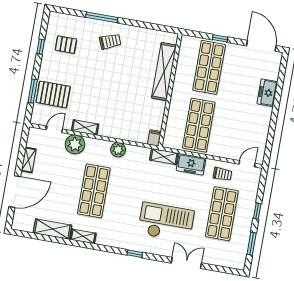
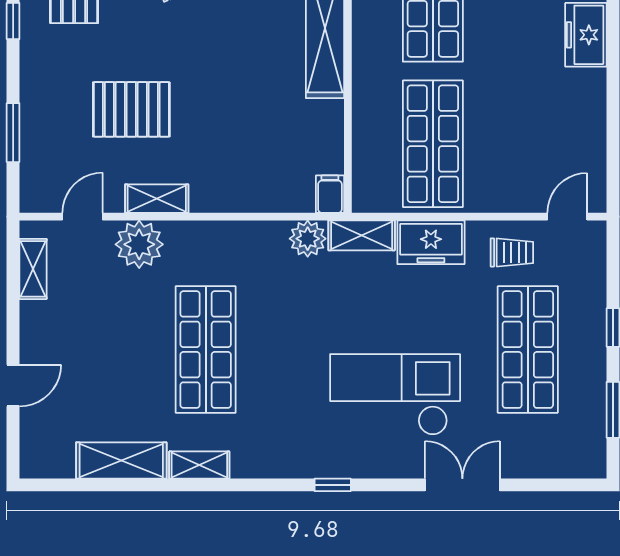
pallet: (53, 94) -> (131, 109), moved
plant: (118, 150) -> (308, 239), moved
shelving: (29, 160) -> (33, 269), moved
door: (15, 192) -> (13, 386), width x0.53

